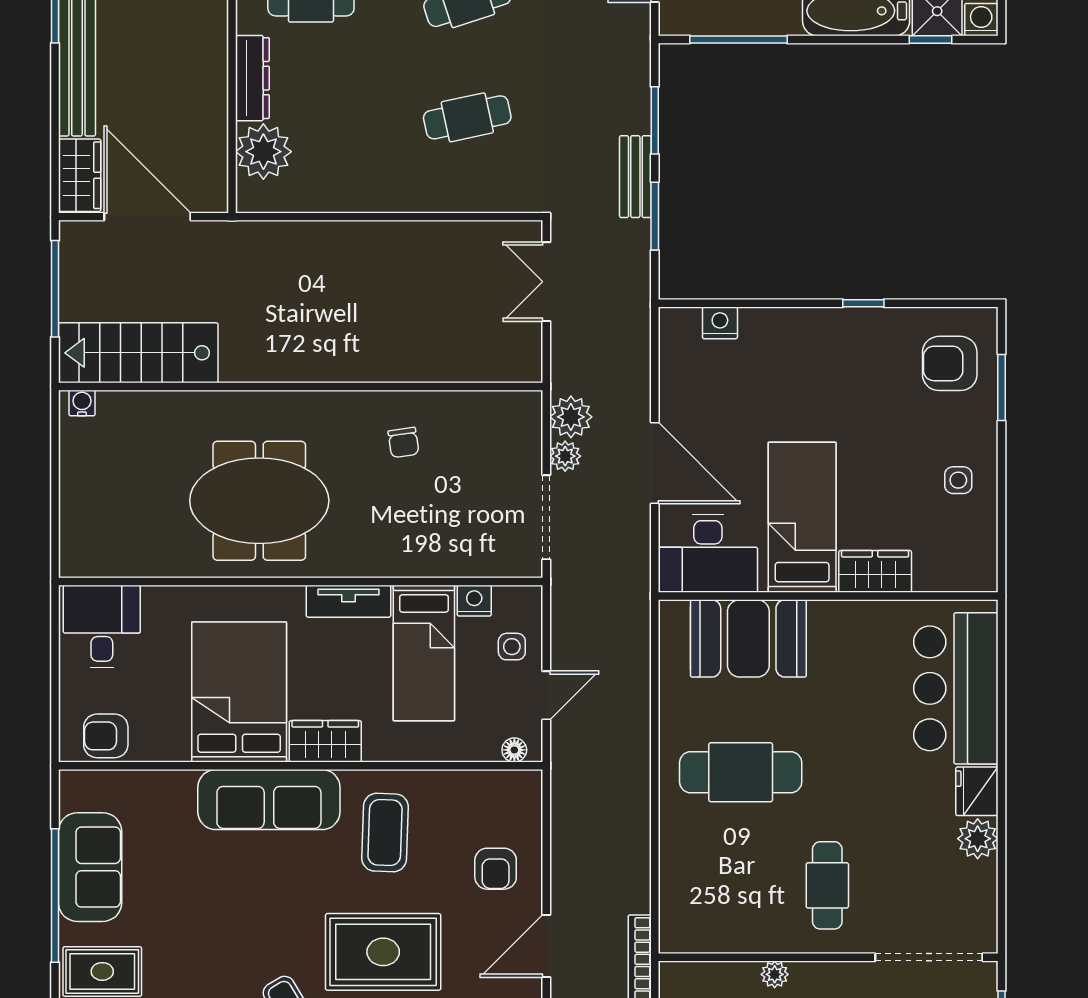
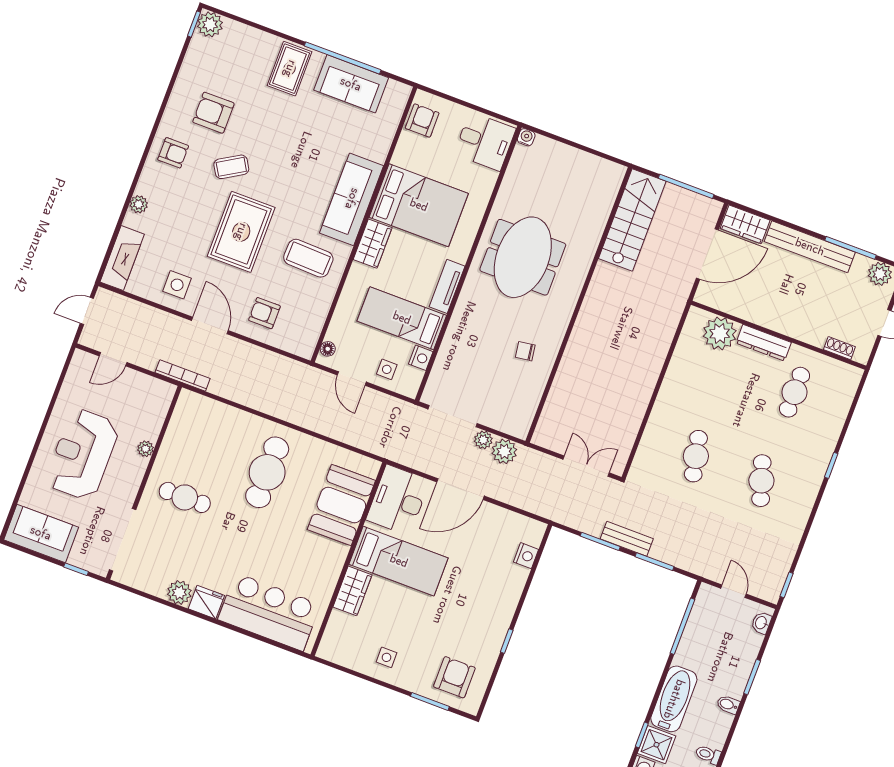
water cooler: (82, 403) -> (526, 137), moved, turned -90

